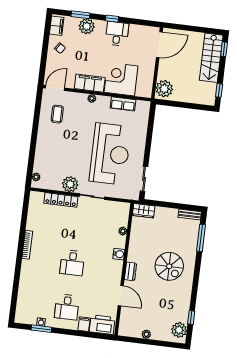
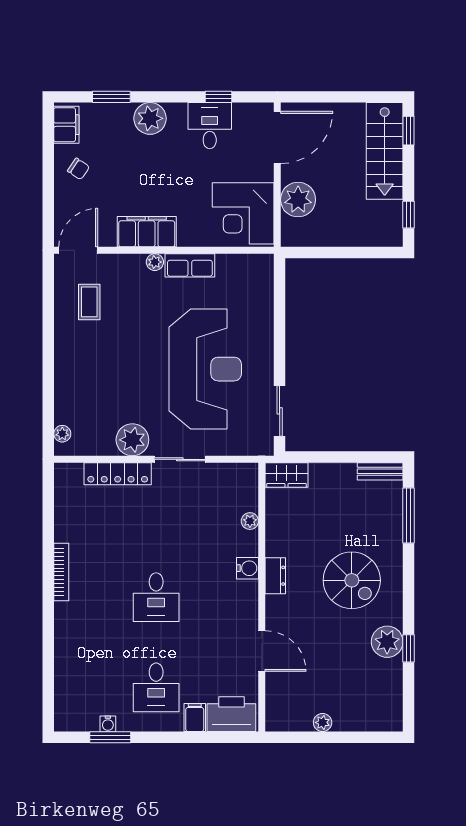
window: (112, 19) -> (218, 97), moved
plant: (87, 26) -> (150, 118), moved
desk: (117, 34) -> (210, 126), moved
corner desk: (121, 79) -> (243, 213), moved, turned -90
plant: (164, 89) -> (298, 200), moved
row of seats: (123, 104) -> (190, 265), moved
dresser: (131, 271) -> (275, 576), moved
window: (191, 318) -> (408, 648), moved
plant: (179, 330) -> (387, 642), moved

